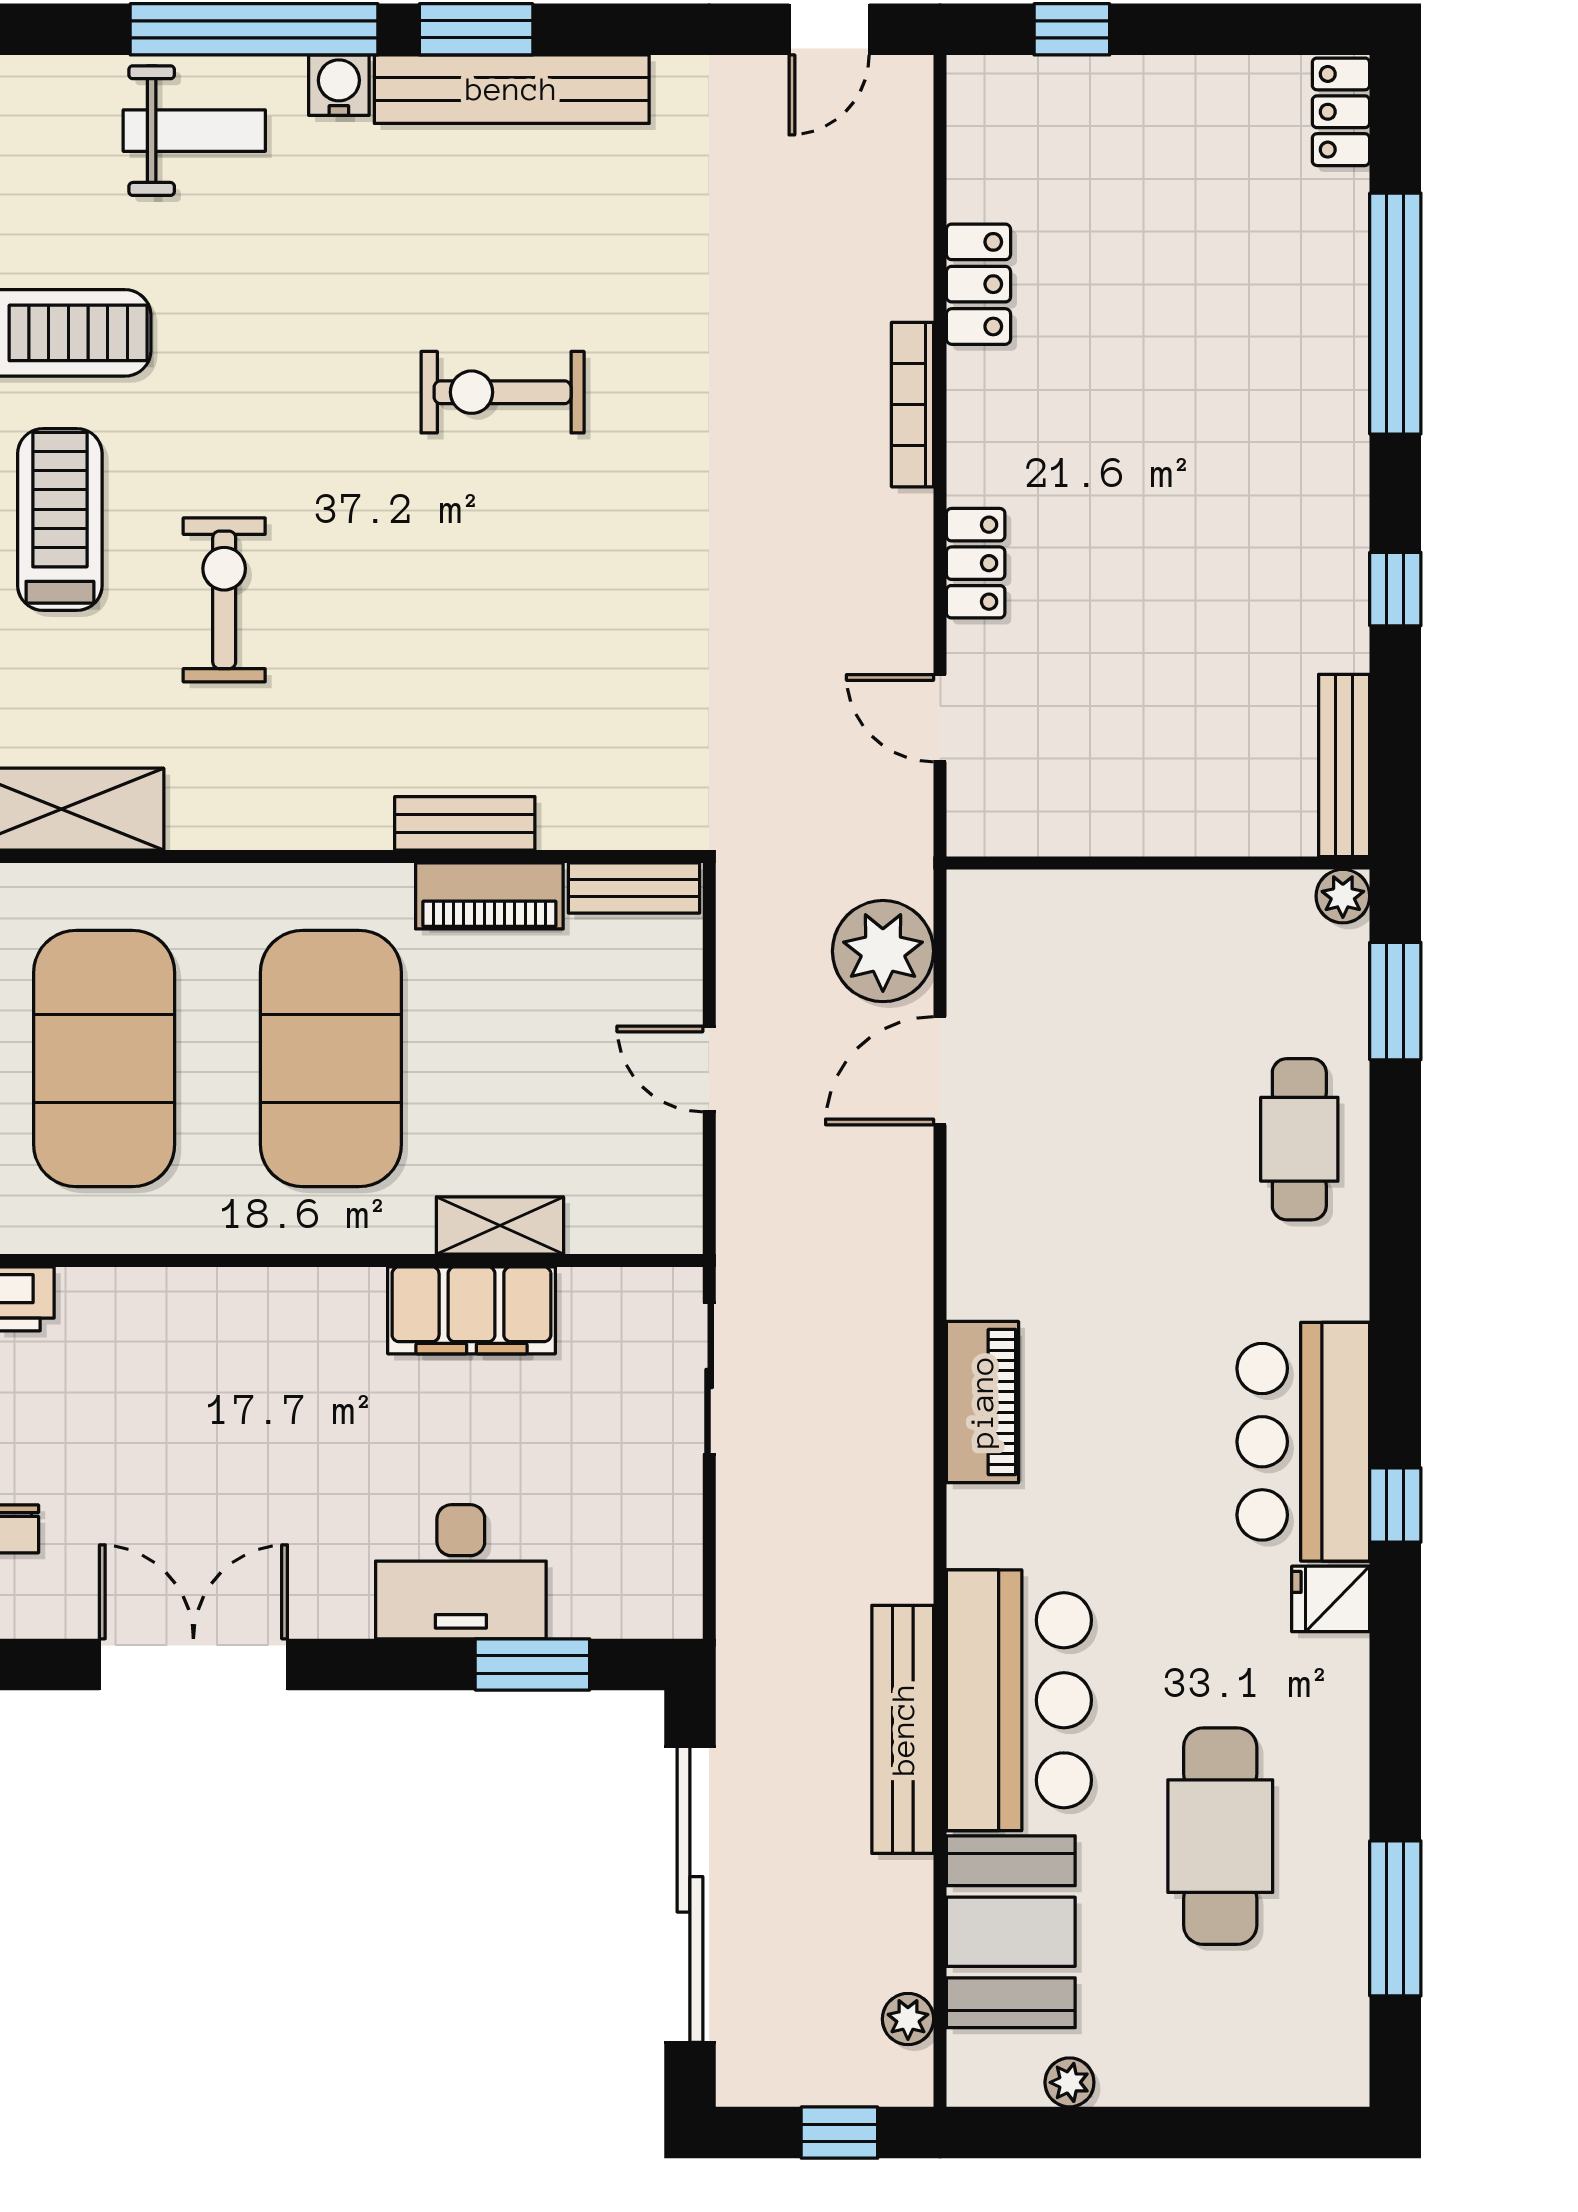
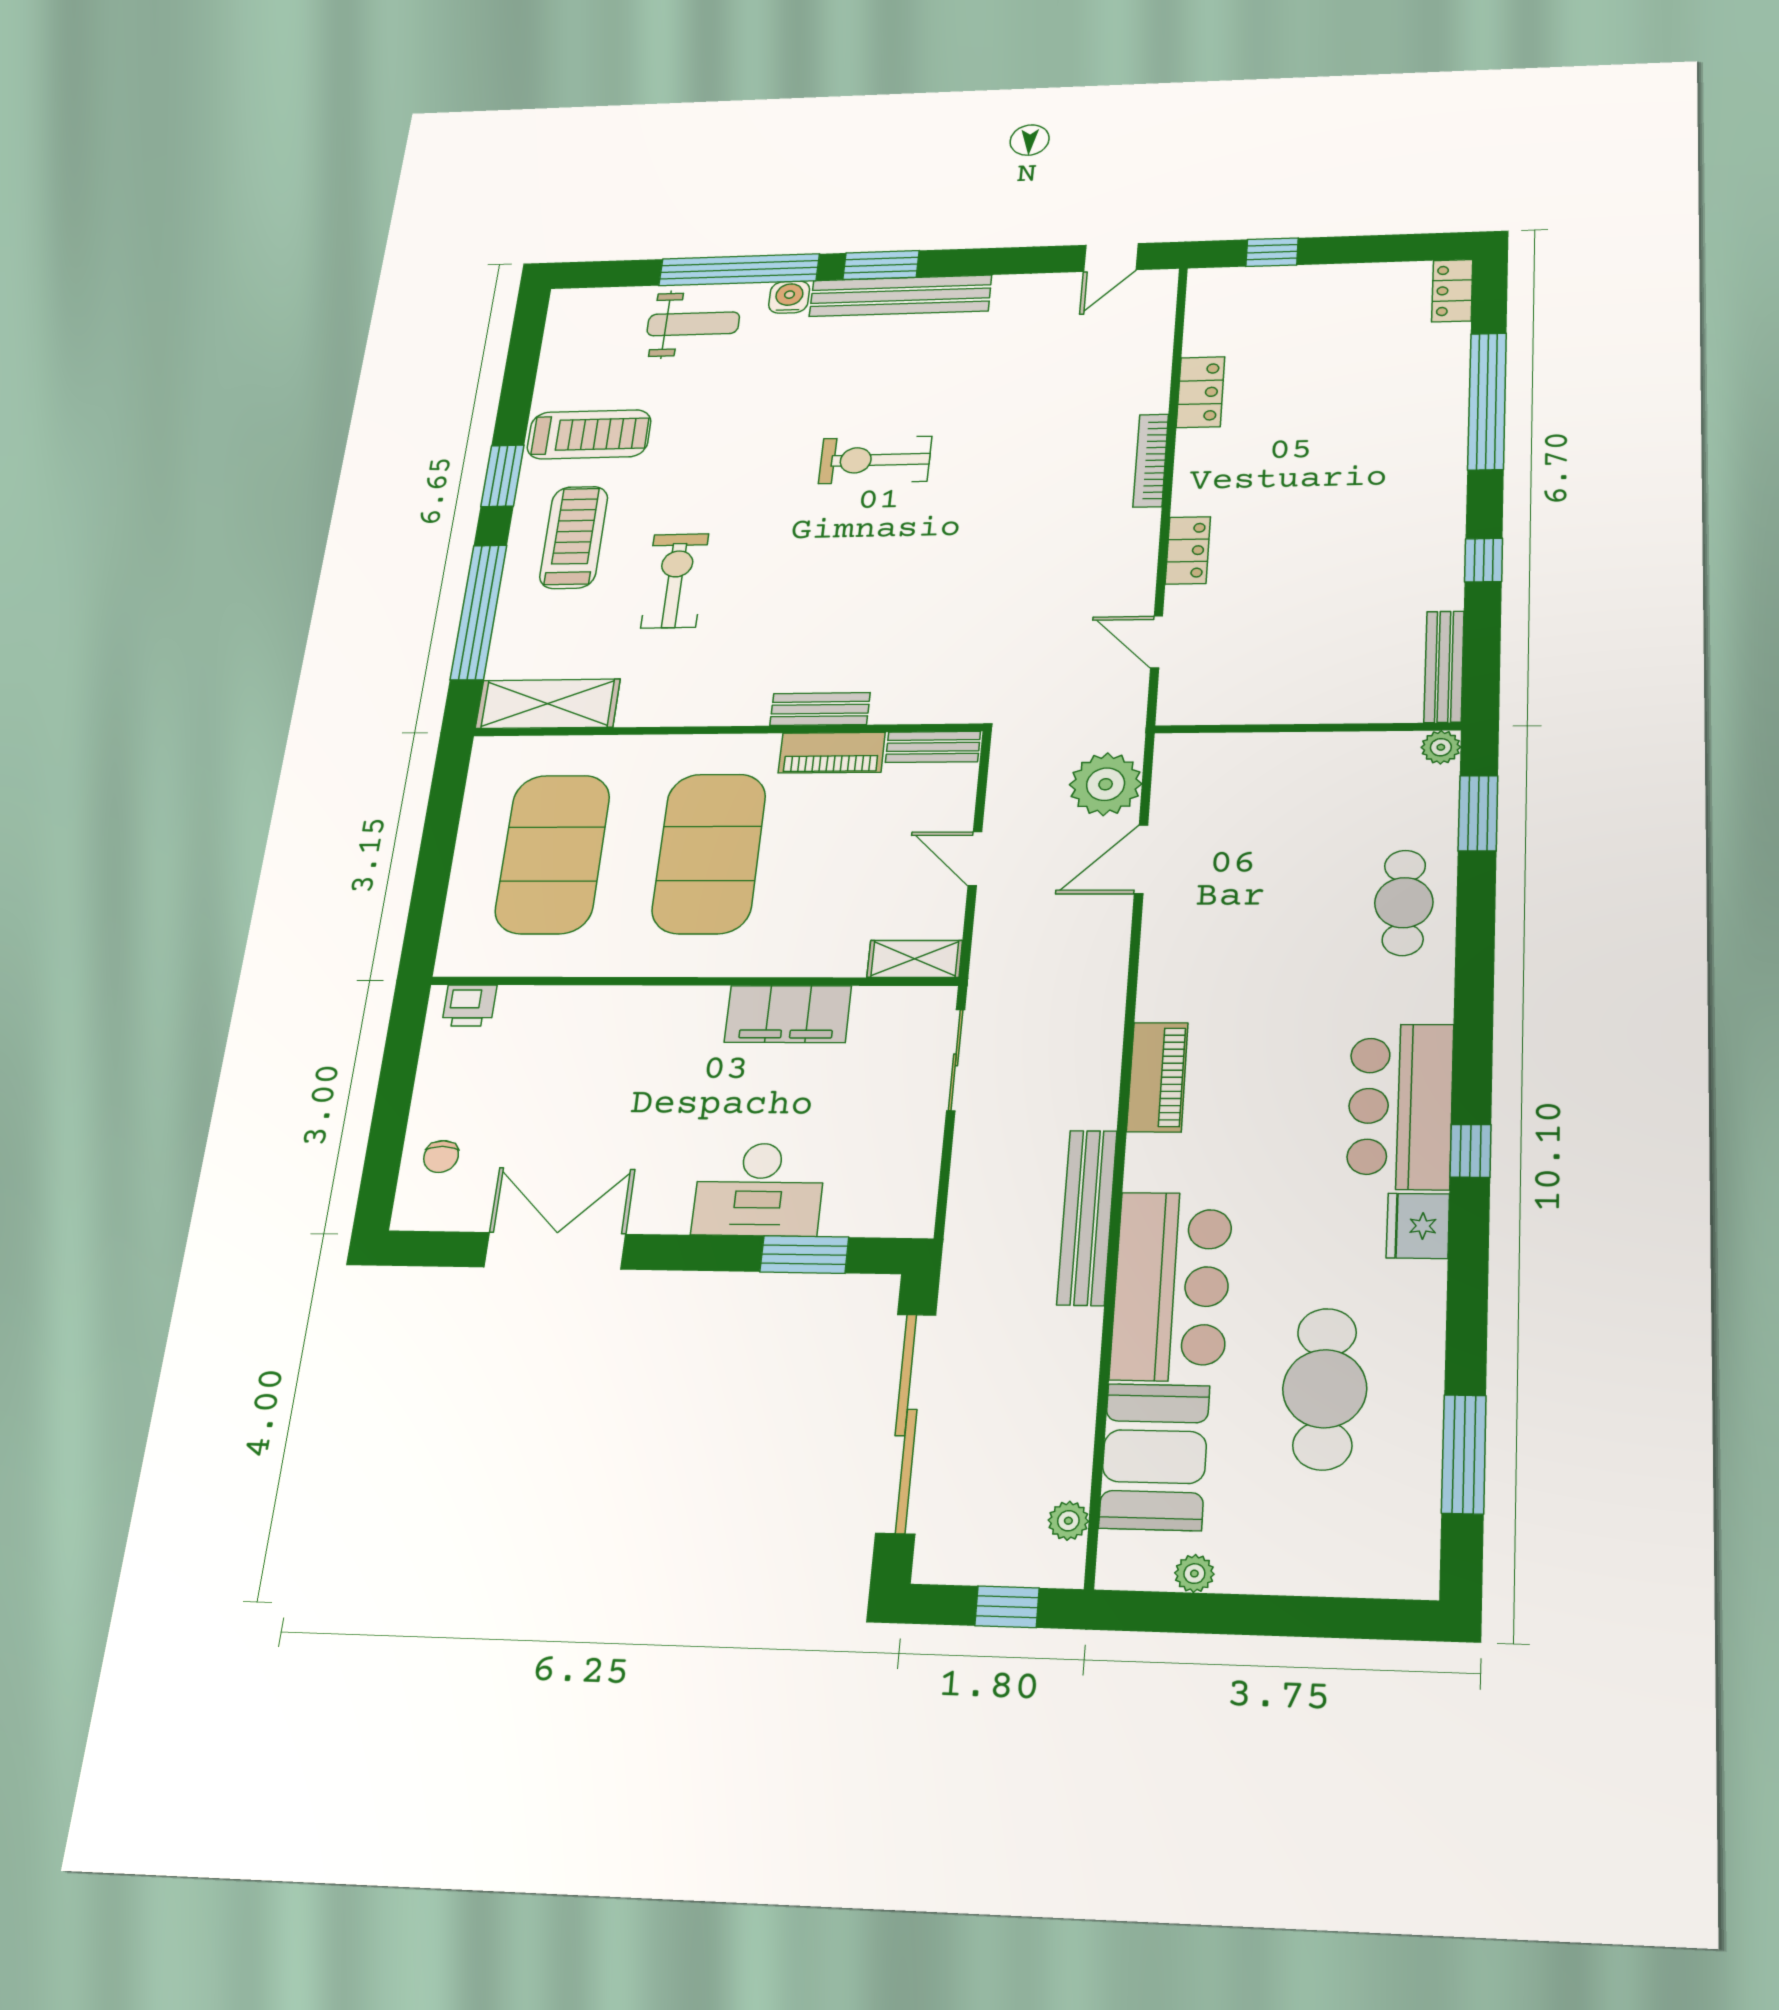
shelving: (500, 1225) -> (915, 959), moved
fridge: (1331, 1599) -> (1418, 1226), width x1.38
bench: (903, 1729) -> (1087, 1217), moved

